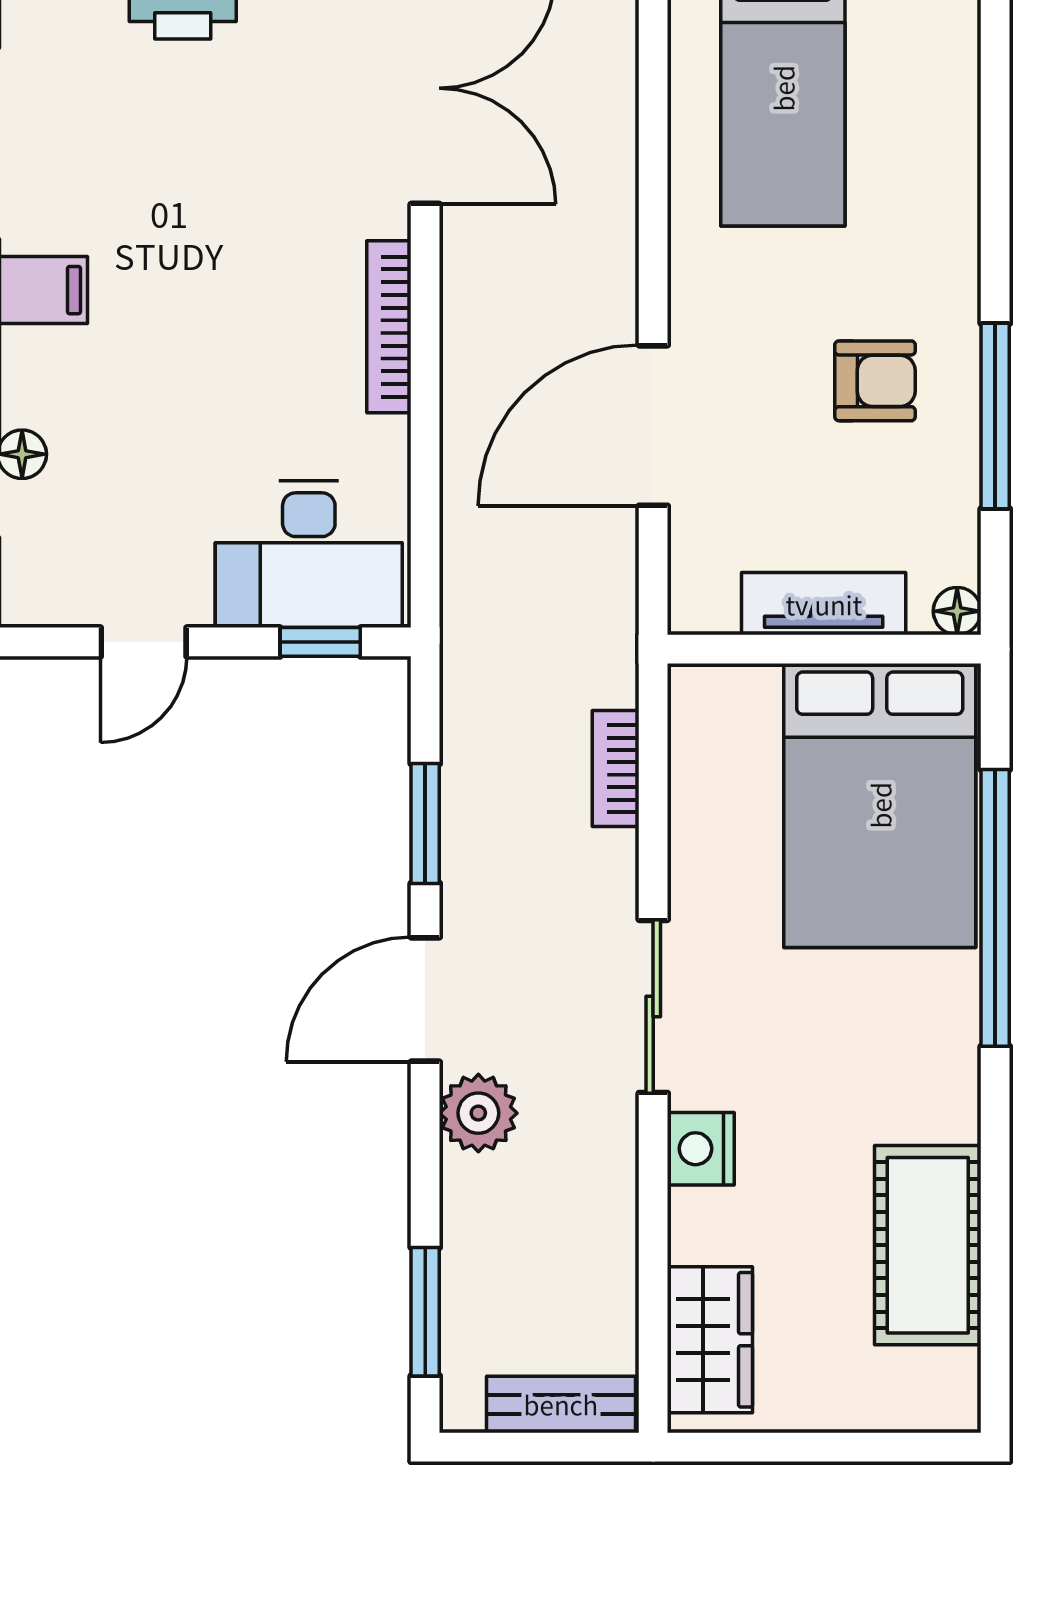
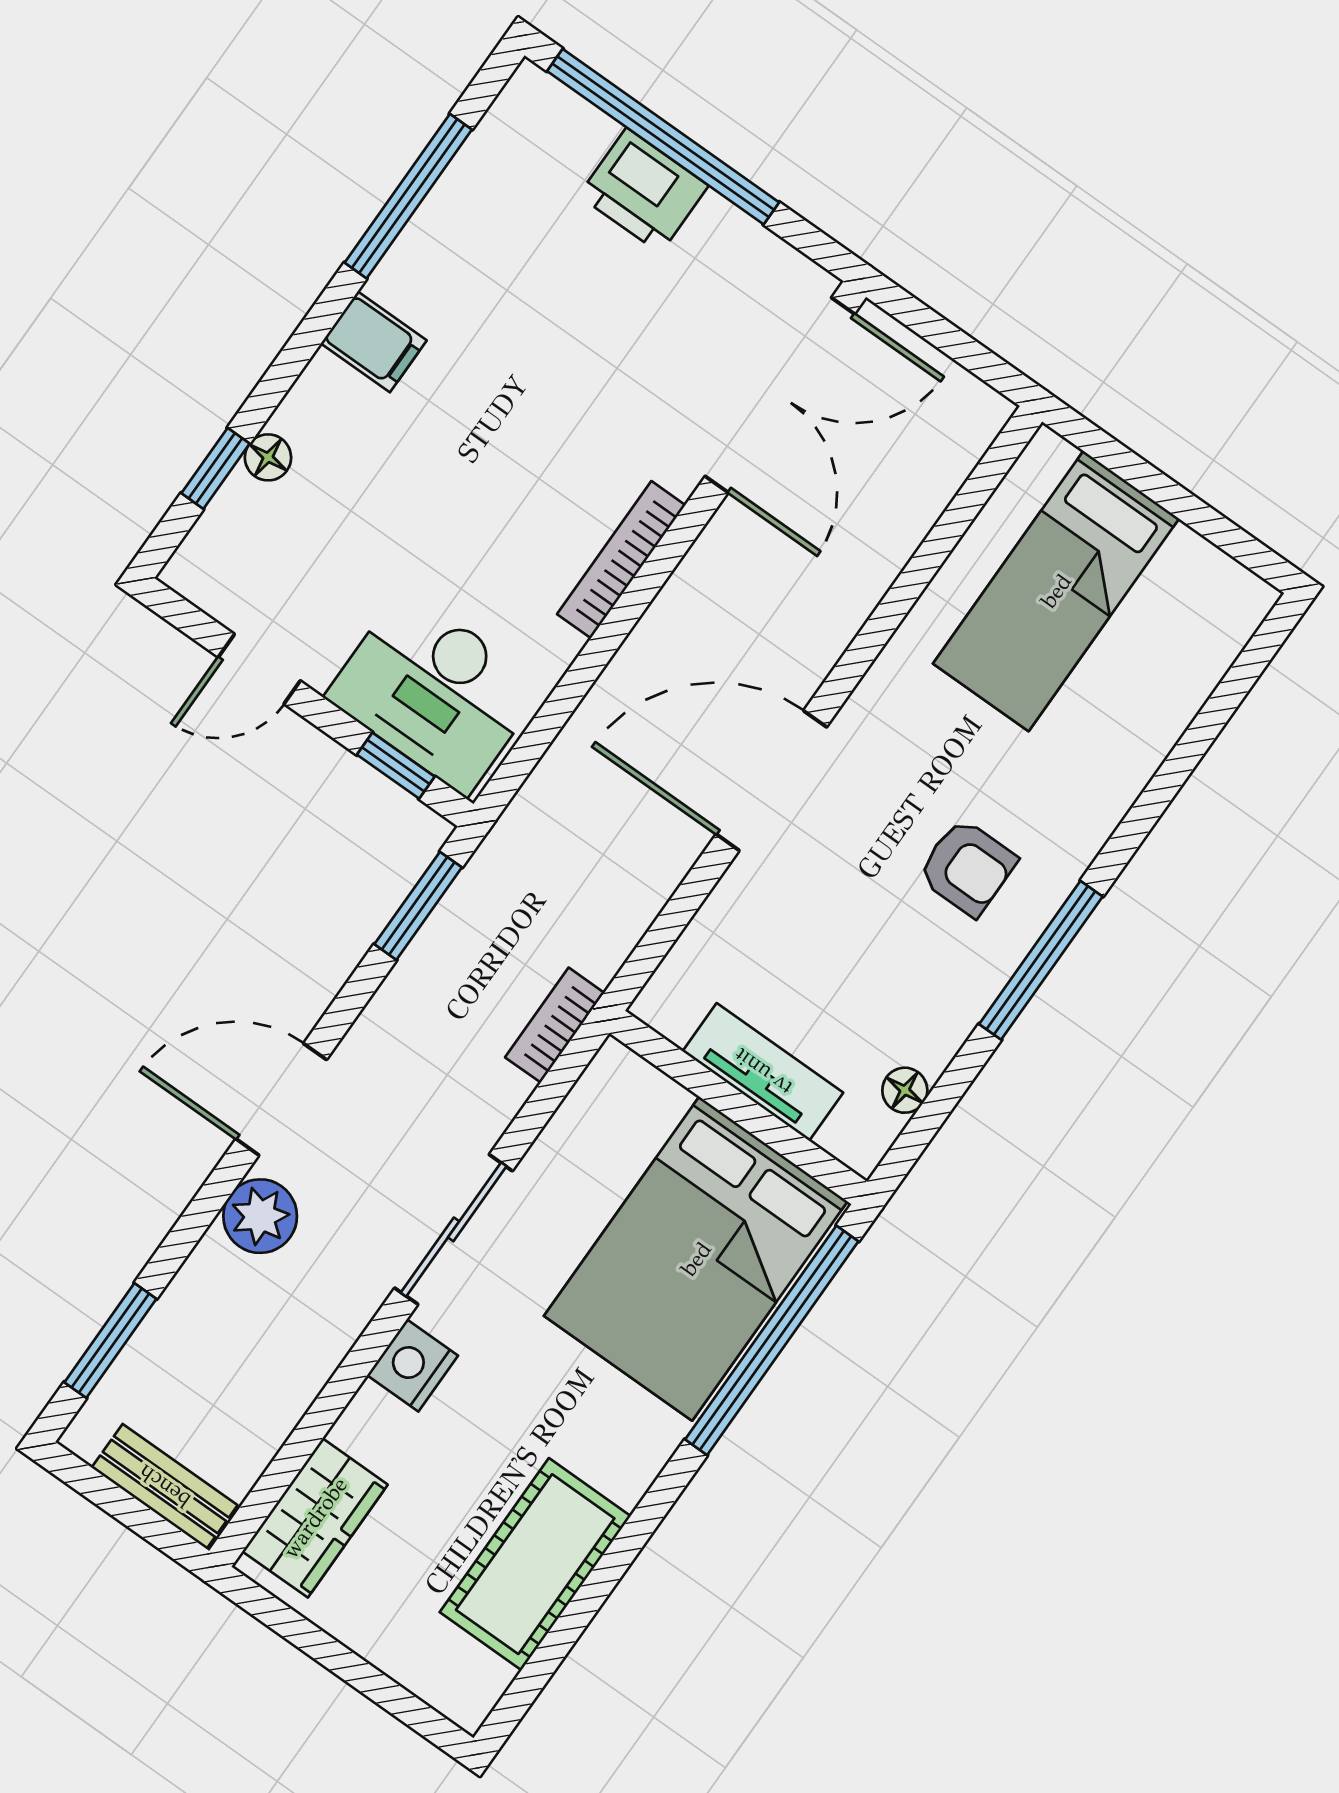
tv unit: (824, 604) -> (763, 1072), moved
wall: (824, 649) -> (738, 1107), moved
bed: (880, 805) -> (696, 1259), moved
window: (425, 824) -> (418, 906), moved

